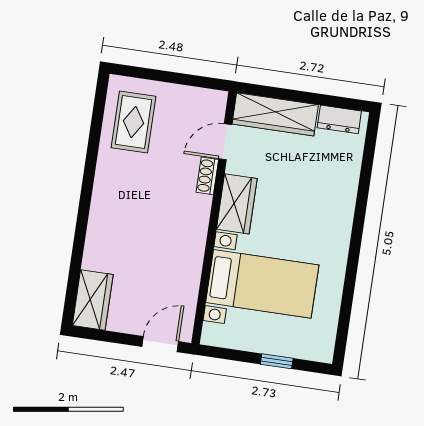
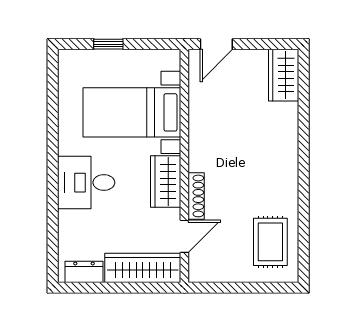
shoe rack: (207, 176) -> (196, 196), width x1.43
desk: (323, 215) -> (86, 183), added

